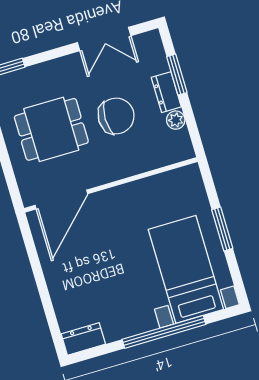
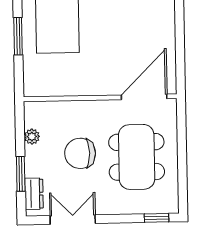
dresser: (166, 92) -> (34, 194), moved
dining table: (51, 129) -> (137, 157), width x1.38

